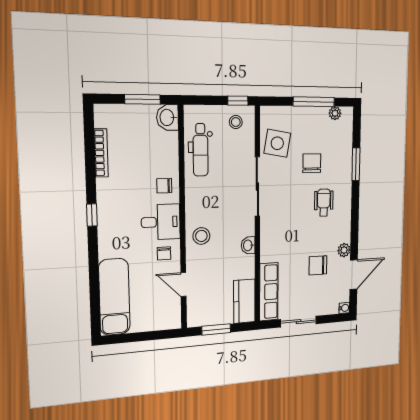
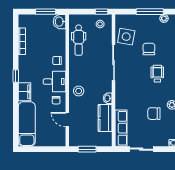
filing cabinet: (109, 242) -> (24, 92), added
kitchen counter: (244, 301) -> (105, 118), moved

